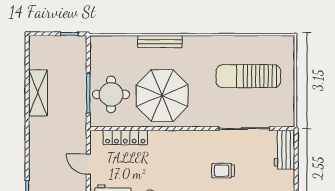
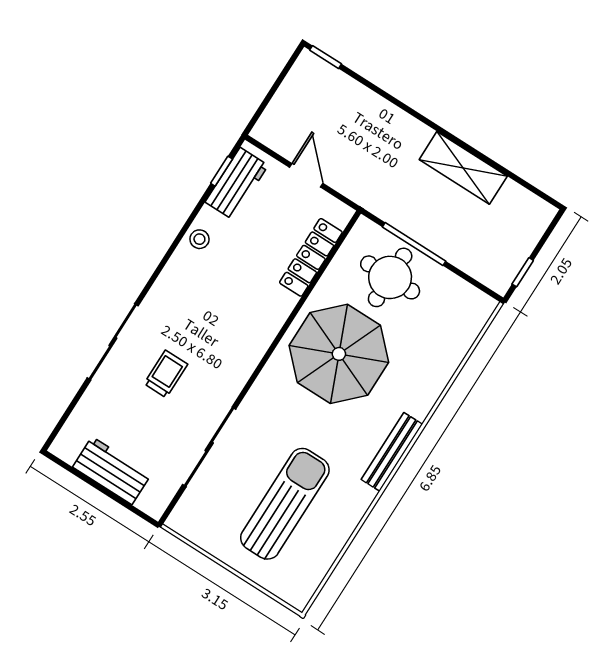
bench: (160, 42) -> (392, 452), moved
workbench: (284, 150) -> (112, 471), moved
door: (88, 164) -> (306, 175), hinge flipped

